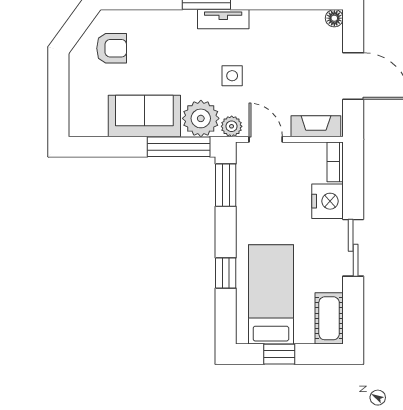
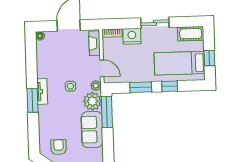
door: (266, 139) -> (102, 68), swing flipped
window: (226, 185) -> (141, 87), moved

